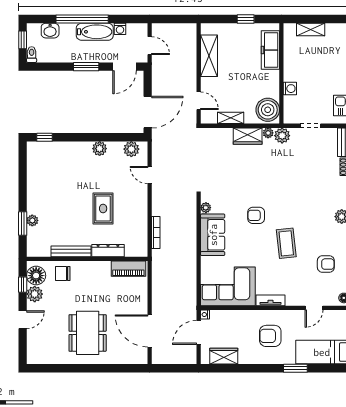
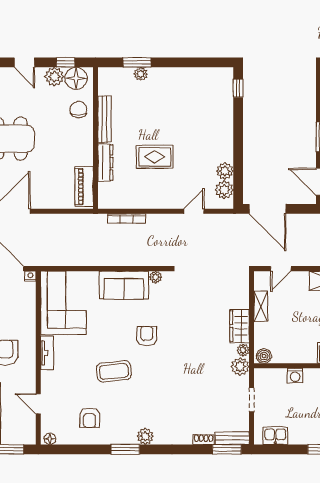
boiler: (268, 110) -> (264, 356), width x0.54, depth x0.54
plant: (100, 149) -> (225, 171), moved

